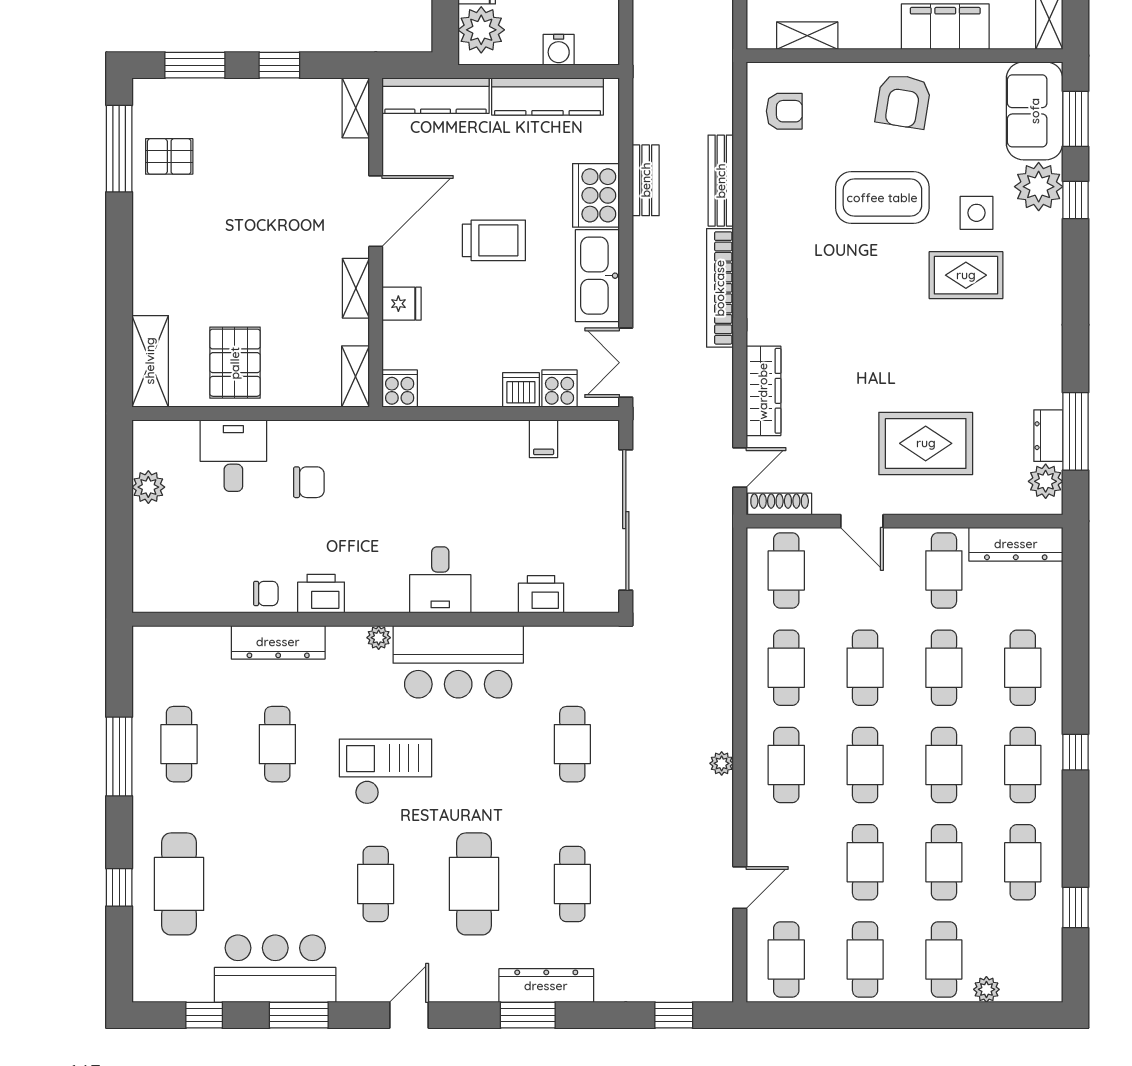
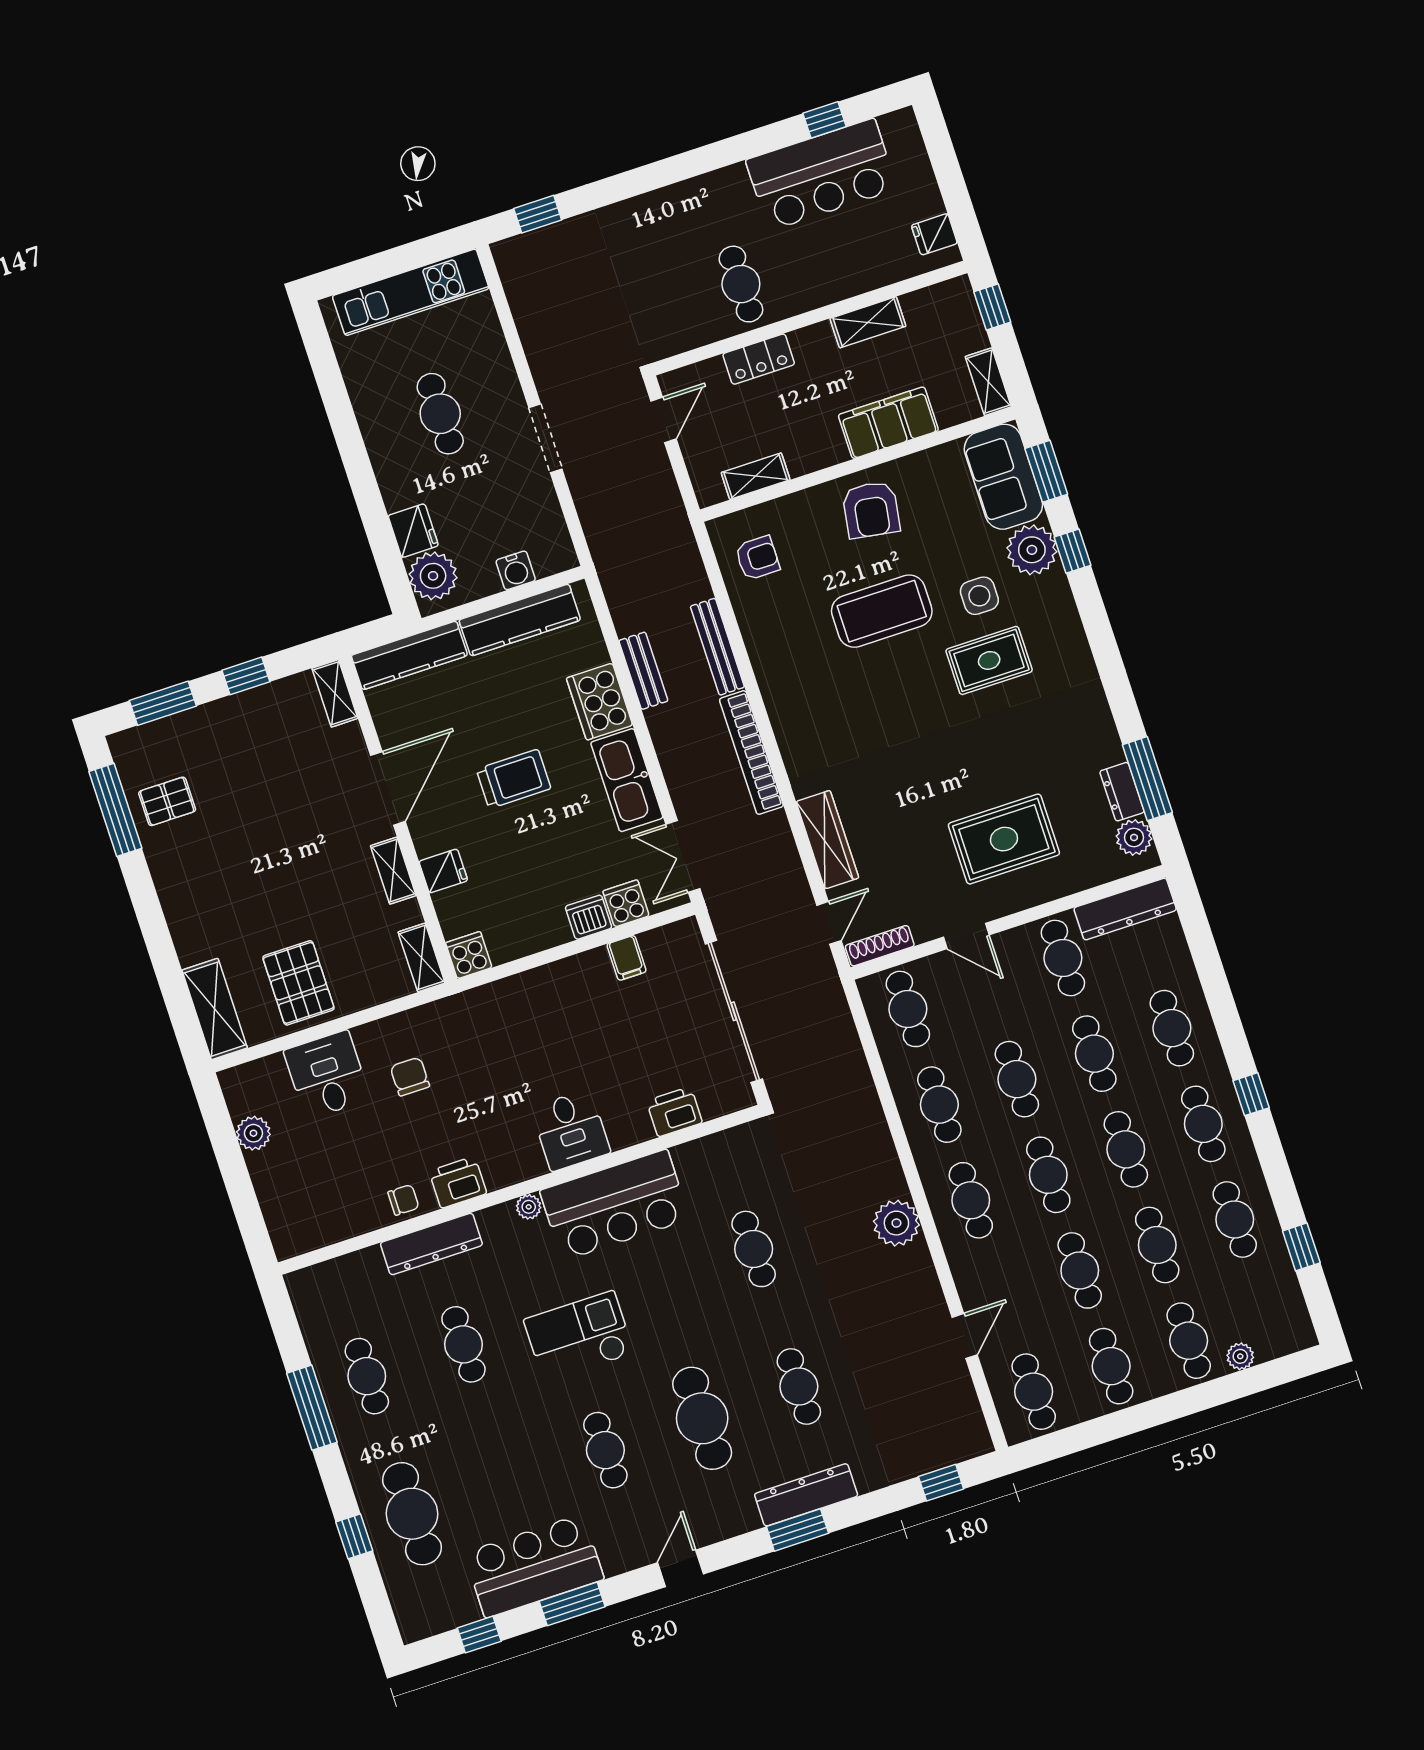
chair: (309, 482) -> (410, 1077), turned -90
plant: (722, 763) -> (896, 1223), width x1.88, depth x1.88

